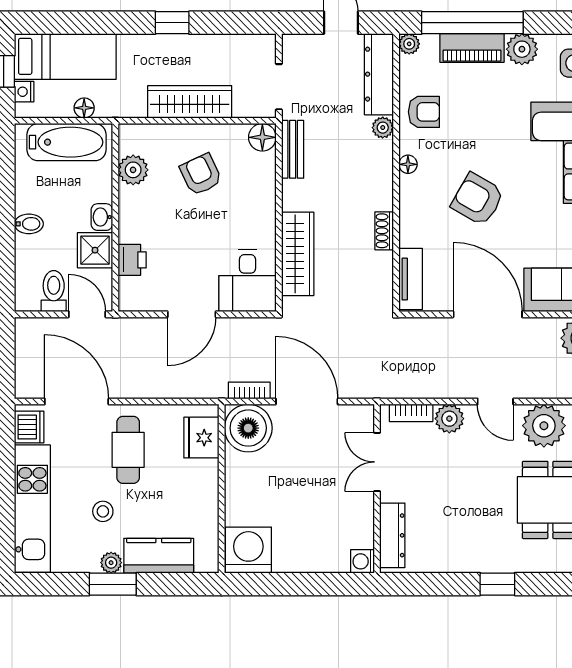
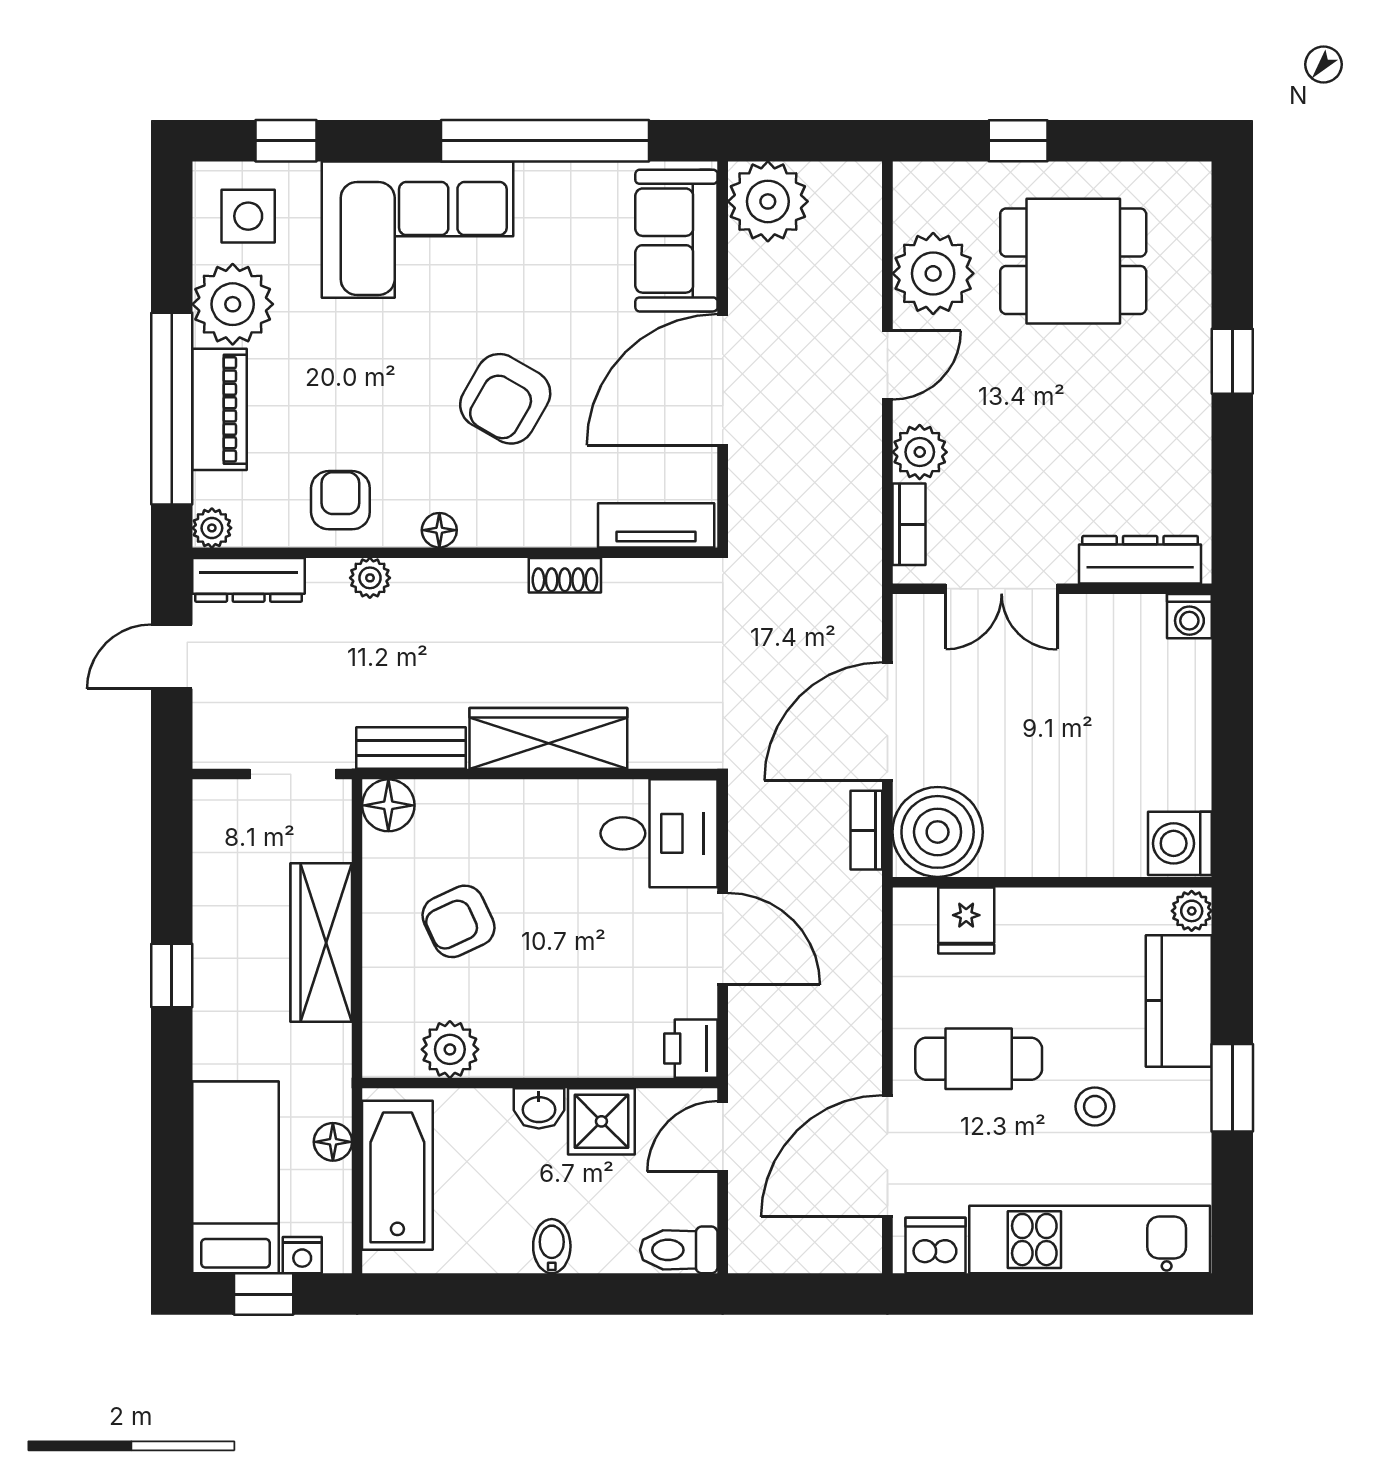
plant: (522, 49) -> (233, 304), width x1.36, depth x1.36
dresser: (379, 74) -> (249, 580), width x0.73, depth x0.80
wardrobe: (298, 254) -> (548, 738), moved
printer: (132, 260) -> (691, 1049), moved, turned -90
toilet: (54, 291) -> (679, 1250), moved
fridge: (201, 438) -> (966, 920), width x0.72
washing machine: (248, 550) -> (1180, 843), width x0.73, depth x0.73
plant: (111, 563) -> (1192, 911), moved

